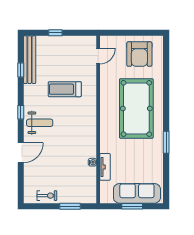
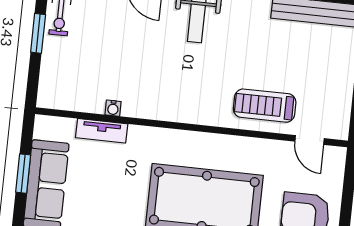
treadmill: (65, 89) -> (265, 106), moved, turned -90
window: (70, 206) -> (38, 33), moved

